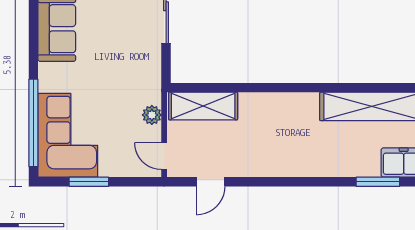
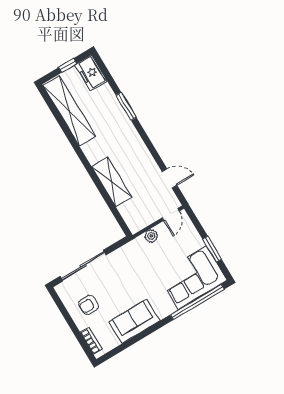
shelving: (203, 106) -> (112, 182), moved
window: (378, 182) -> (126, 106), moved

